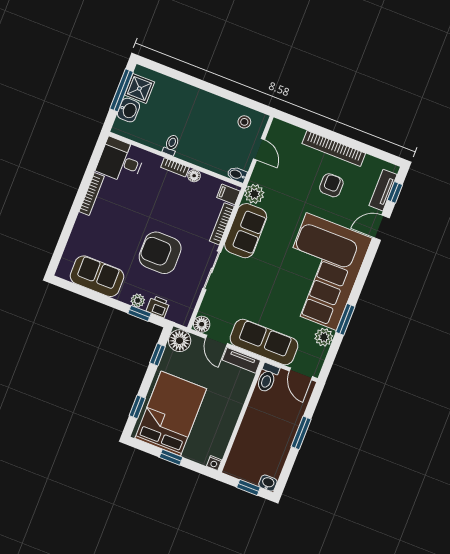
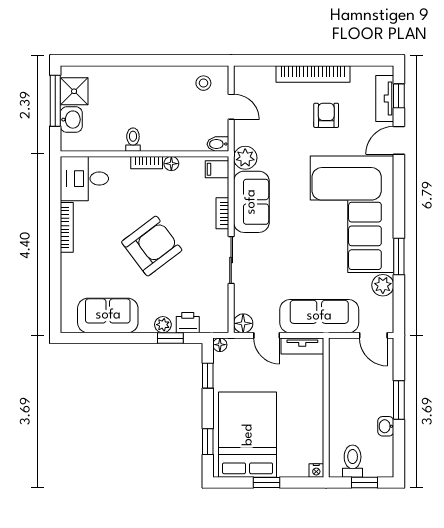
bookcase: (222, 224) -> (222, 213), width x0.64
armchair: (160, 253) -> (152, 246), moved, turned 143
floor lamp: (180, 341) -> (220, 345), width x0.53, depth x0.53
toilet: (267, 378) -> (353, 461), moved, turned 180
washbasin: (268, 483) -> (386, 426), moved, turned -90

